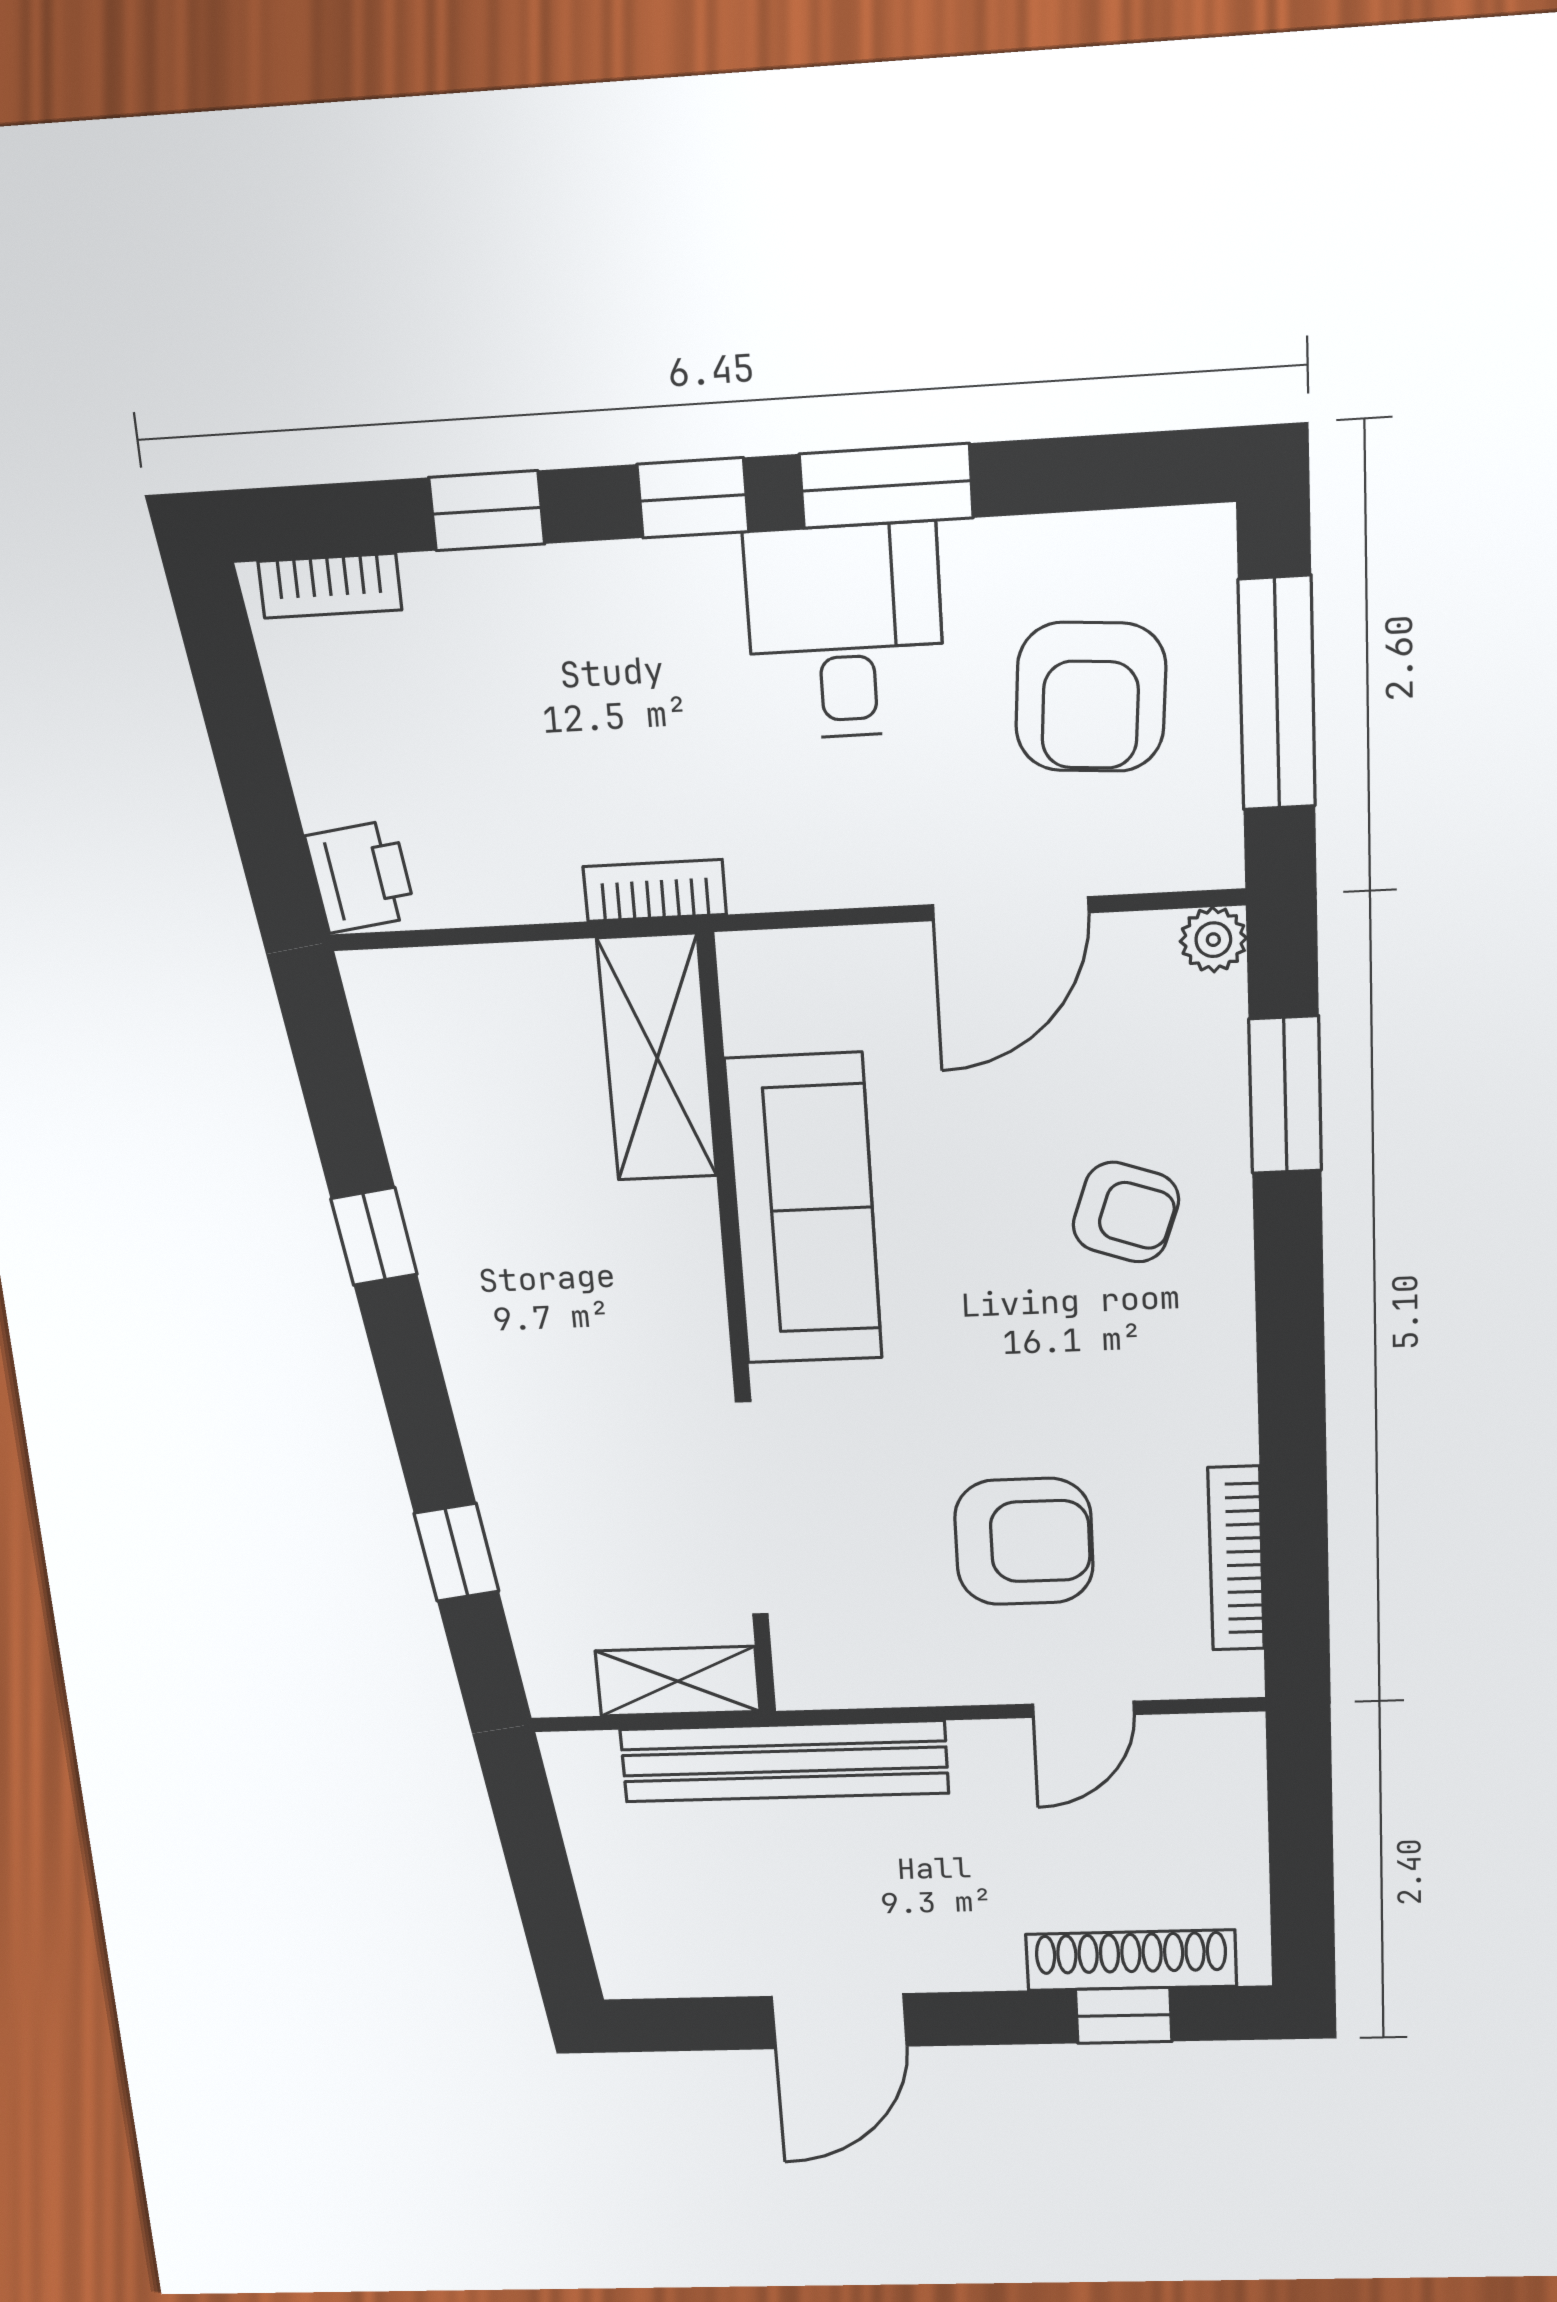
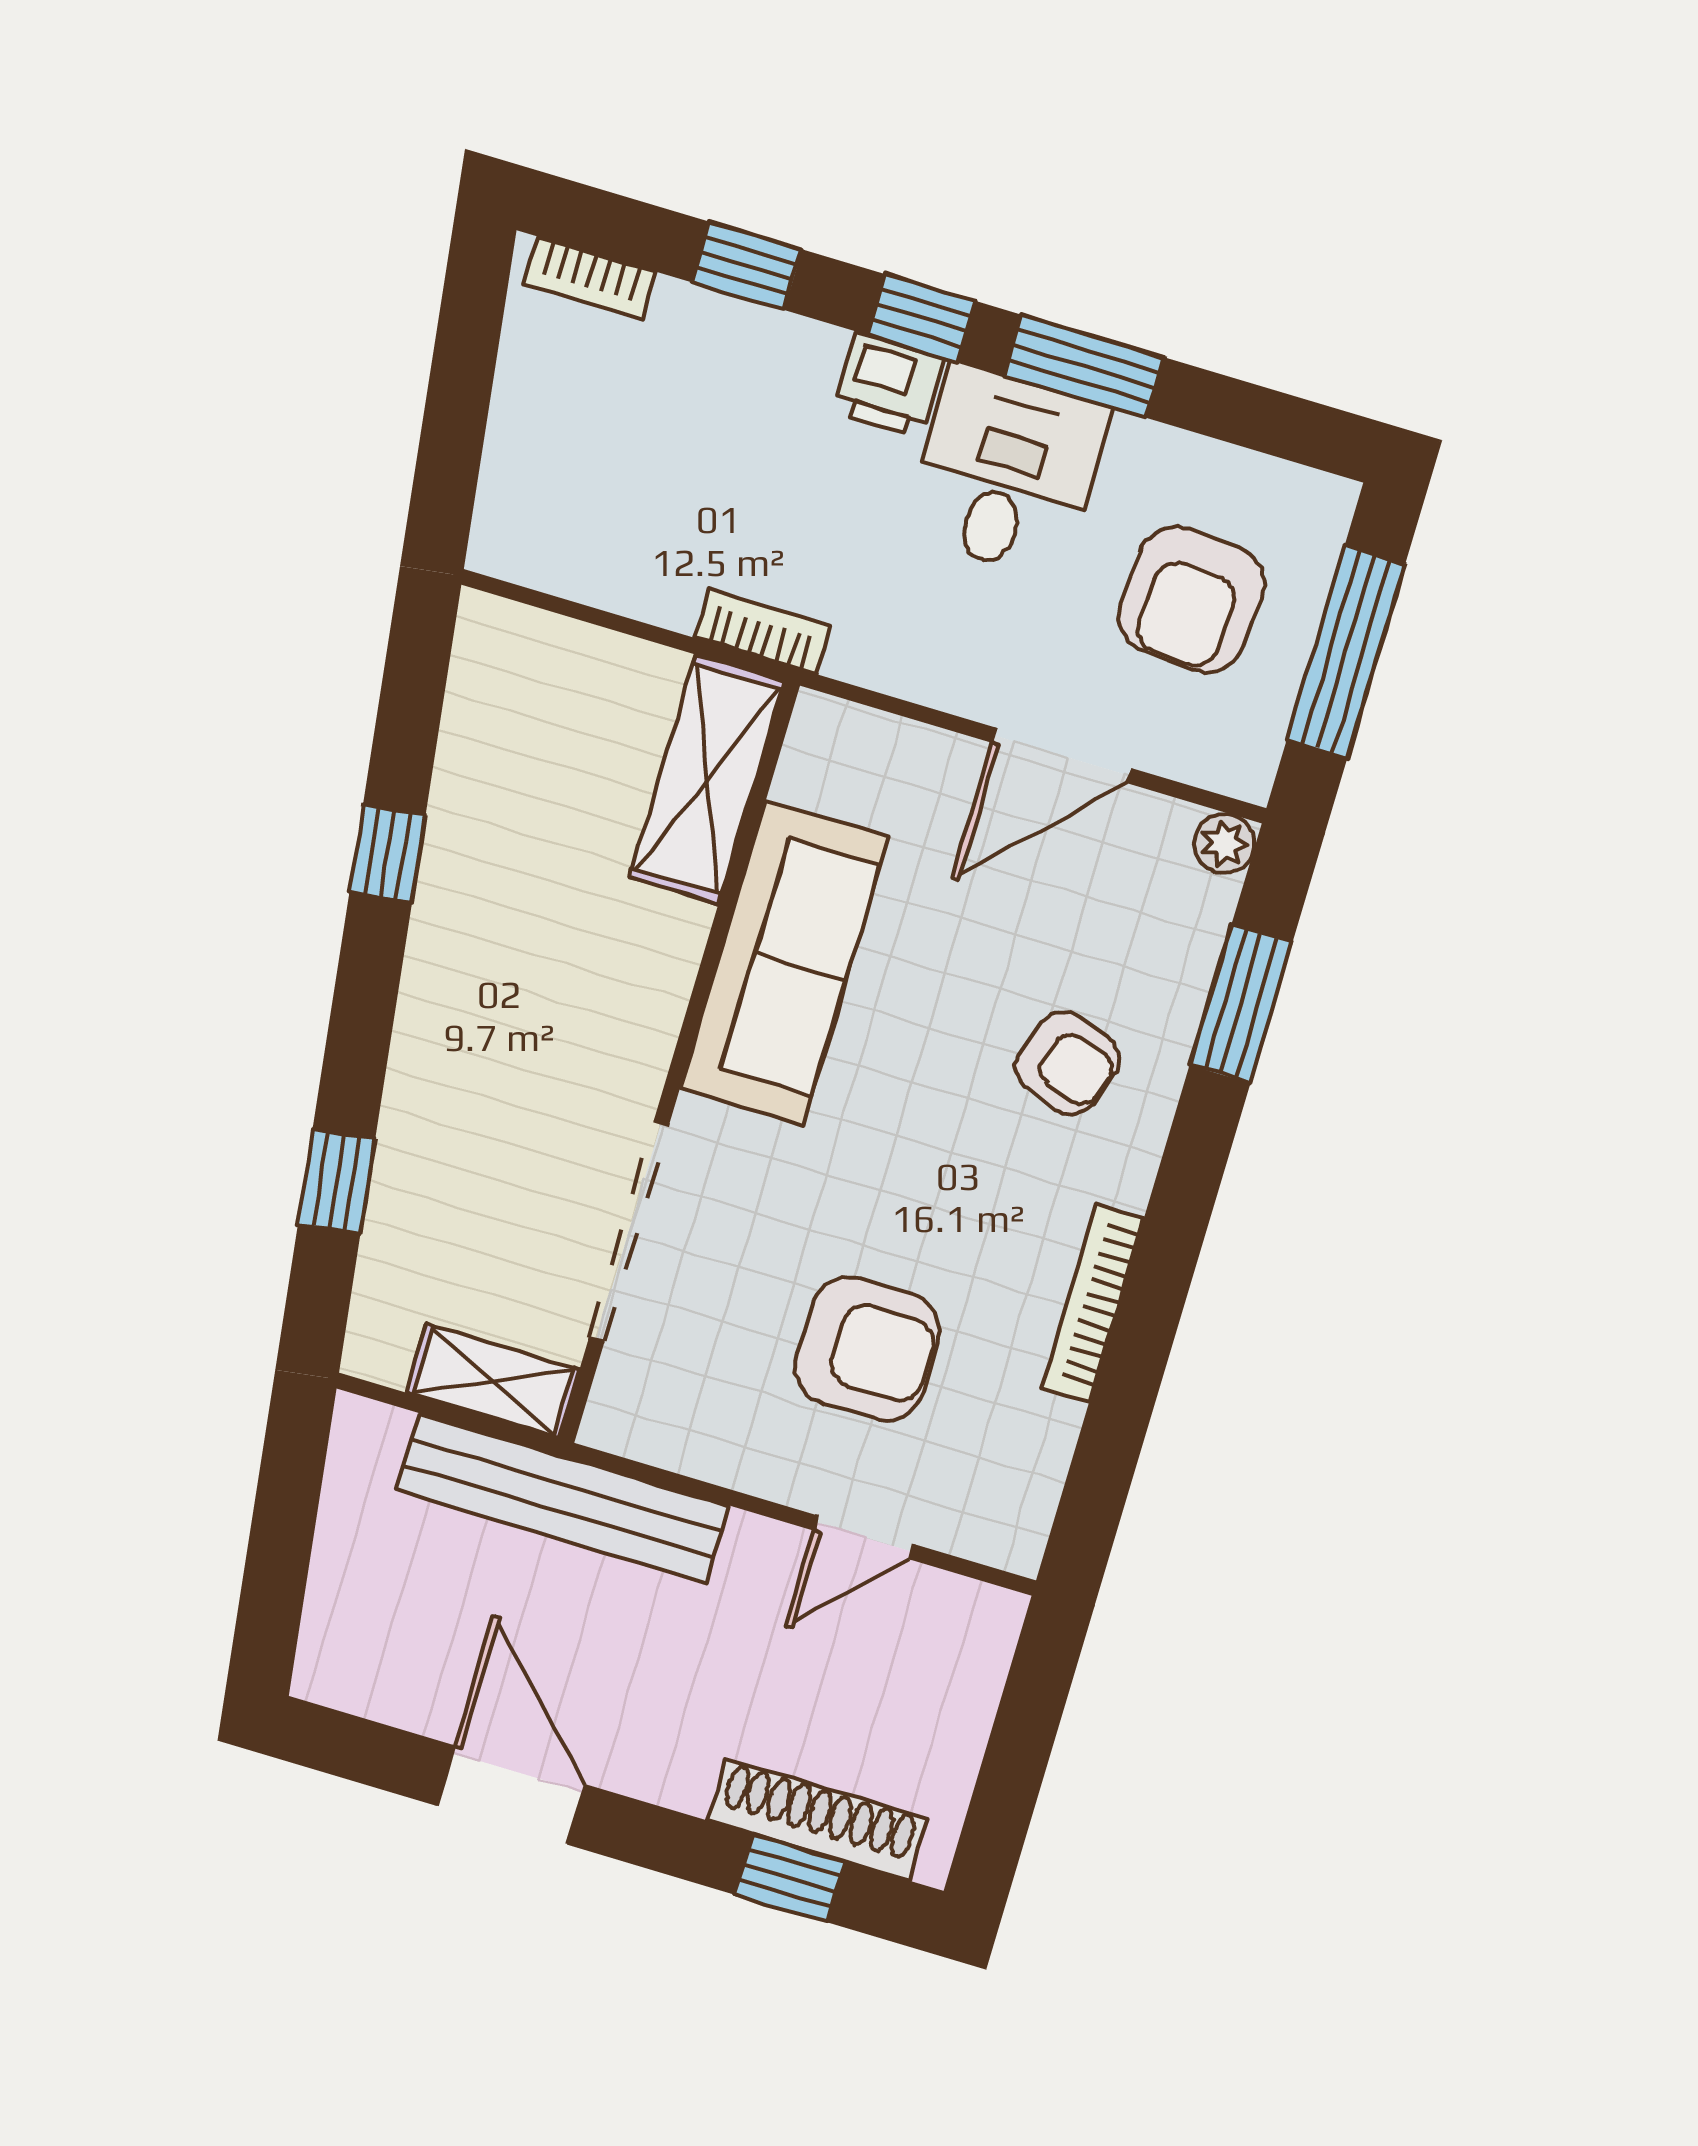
printer: (361, 877) -> (889, 385), moved, turned 98
bookcase: (1236, 1559) -> (1093, 1303), moved
door: (839, 2021) -> (511, 1795), swing flipped

